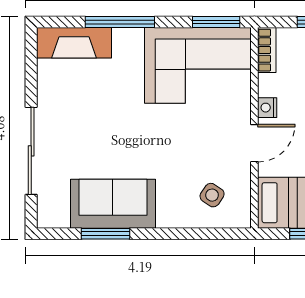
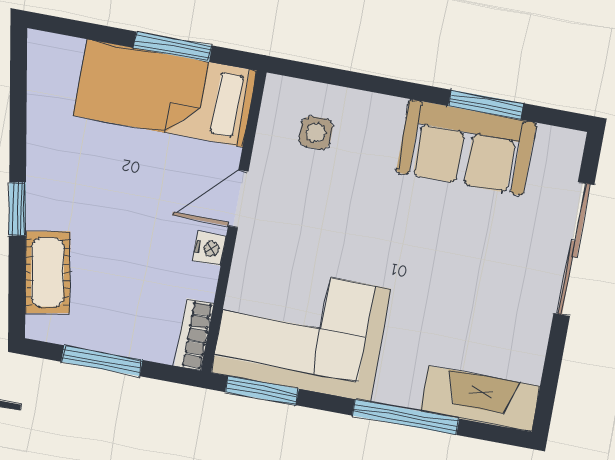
side table: (212, 195) -> (316, 133), turned -34

